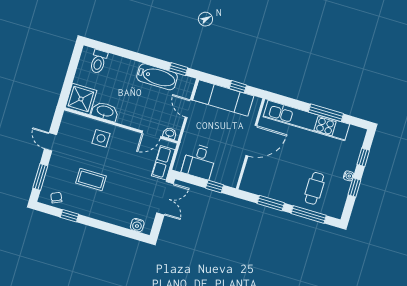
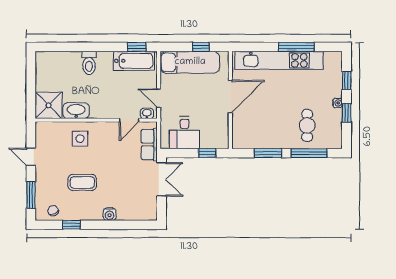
toilet: (98, 62) -> (89, 63), moved
bathtub: (157, 77) -> (134, 61), moved
door: (189, 109) -> (159, 98), moved
water cooler: (137, 225) -> (110, 214), moved

